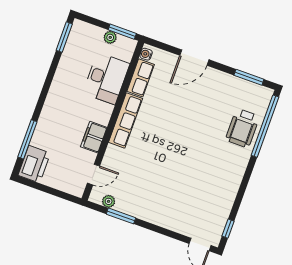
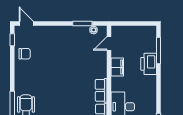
row of seats: (125, 120) -> (101, 90), width x0.68
printer: (34, 164) -> (149, 64), moved
chair: (218, 203) -> (25, 54), added

